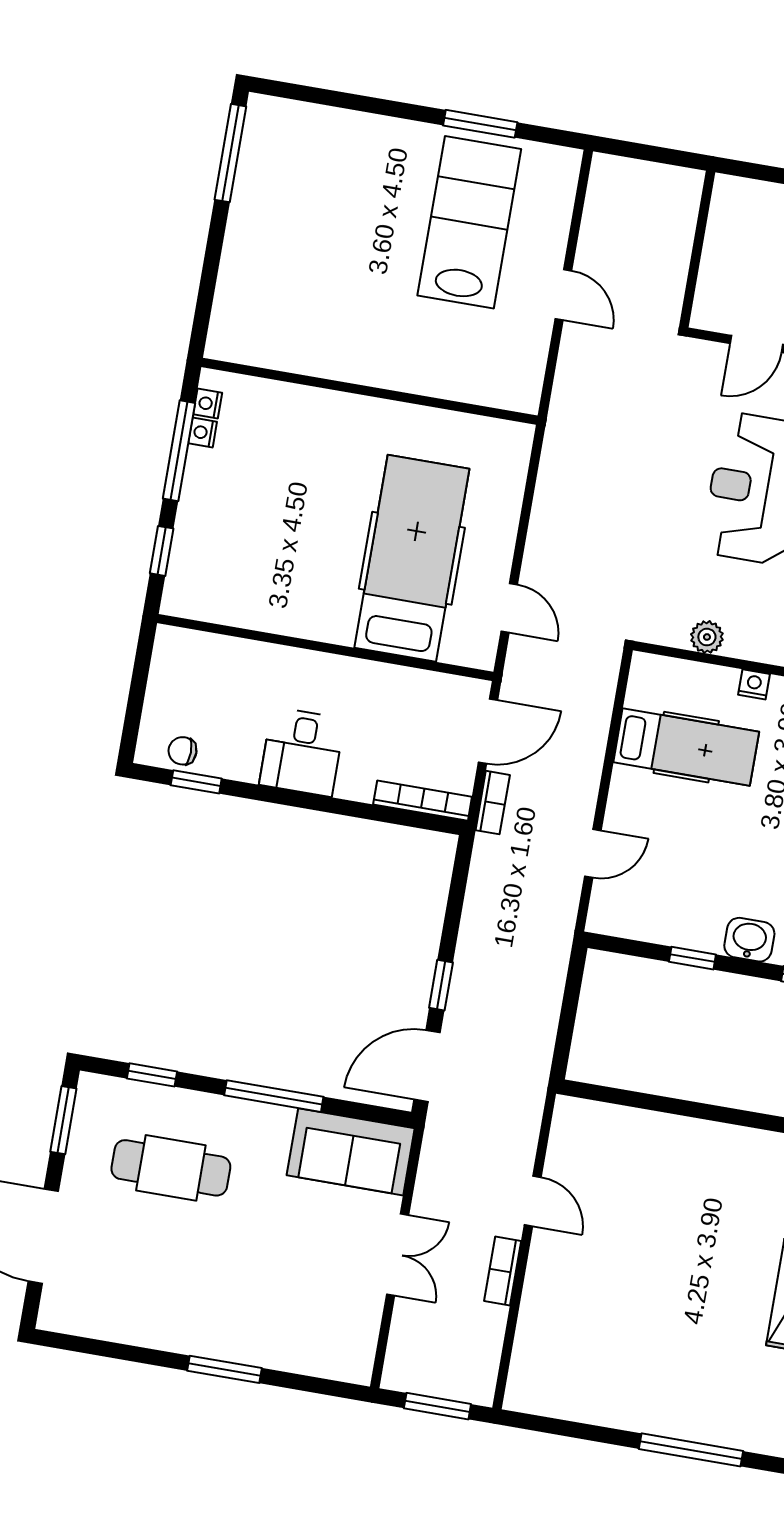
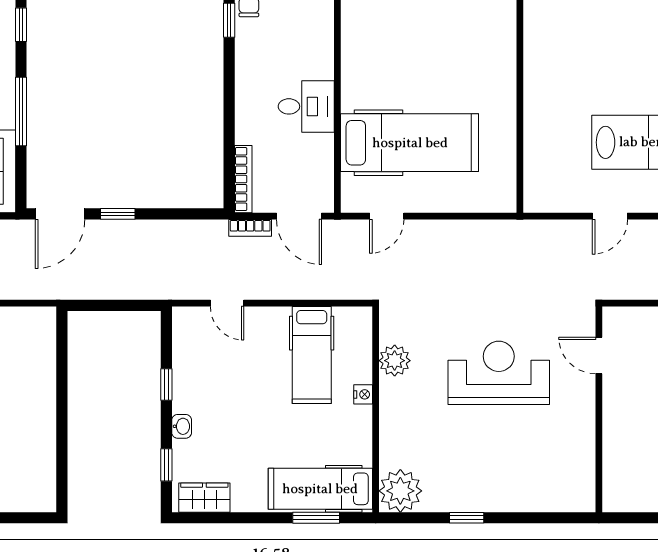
plant: (707, 637) -> (395, 361), width x1.38, depth x1.38
desk: (302, 752) -> (306, 106), moved, turned 180
washbasin: (749, 940) -> (182, 426), width x0.72, depth x0.69
door: (427, 1066) -> (60, 214), swing flipped

